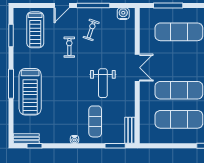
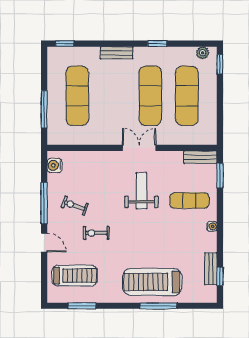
double door: (137, 68) -> (139, 148), moved
weight bench: (103, 83) -> (141, 191), turned -90
window: (11, 84) -> (159, 306), moved
treadmill: (30, 92) -> (152, 282), turned 180
bench: (26, 139) -> (211, 269), moved

